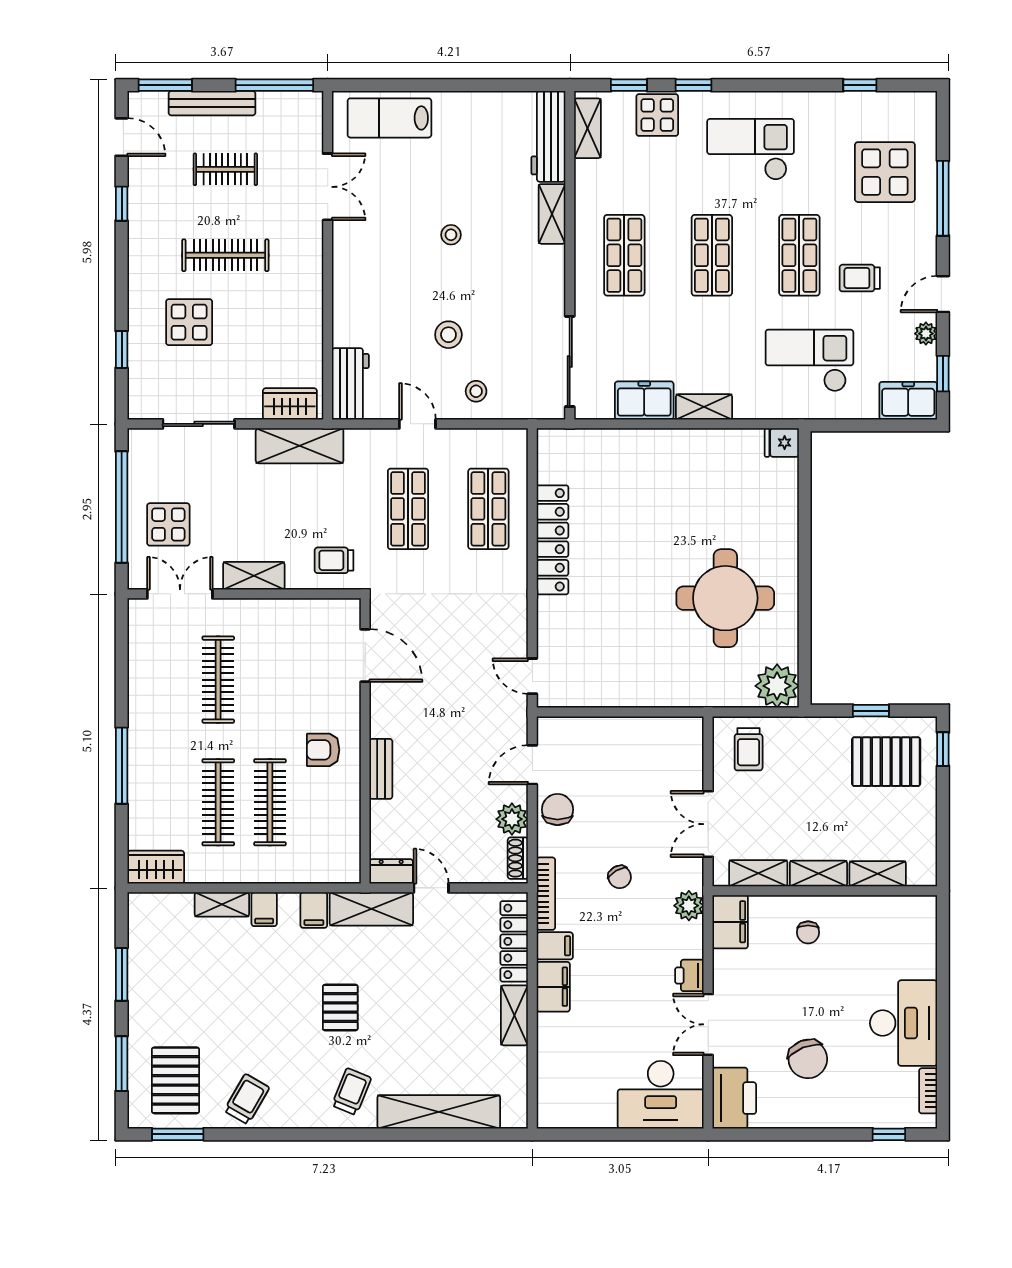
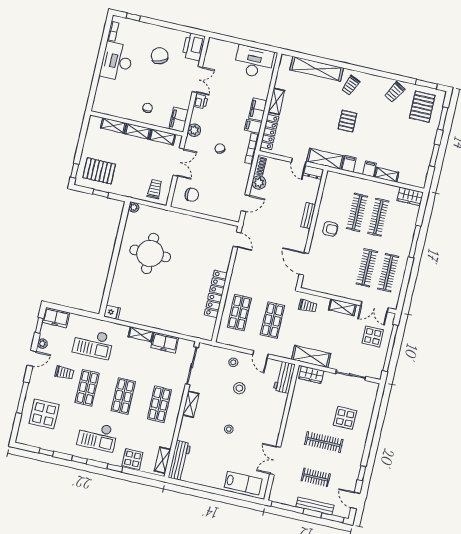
window: (629, 85) -> (79, 460), moved
shelving: (552, 214) -> (191, 404), moved
window: (122, 349) -> (375, 413), removed
clothes rail: (166, 680) -> (388, 273), added
plant: (777, 686) -> (134, 207), width x0.53, depth x0.53
chair: (557, 810) -> (192, 195), moved, turned -90
desk: (661, 1095) -> (254, 62), moved

